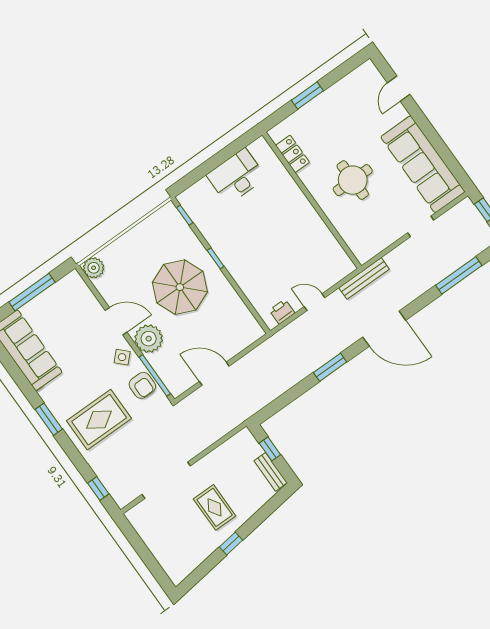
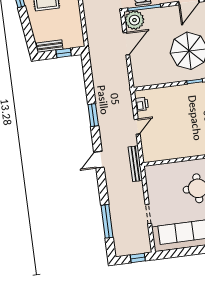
door: (384, 329) -> (99, 160), width x0.53
plant: (149, 339) -> (134, 20), moved

